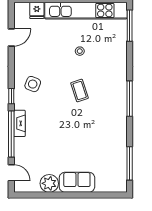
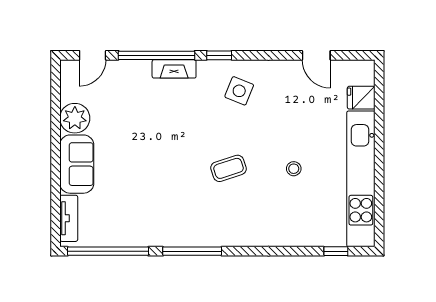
window: (130, 26) -> (336, 251), width x0.46
window: (130, 99) -> (192, 251), moved
window: (130, 163) -> (108, 251), width x1.46
tv unit: (110, 187) -> (69, 218), added

